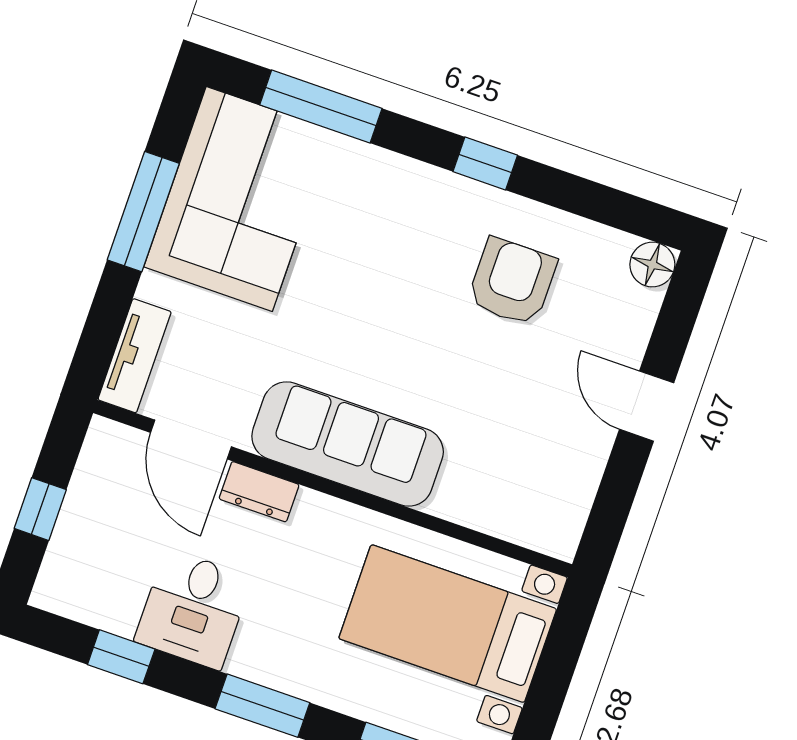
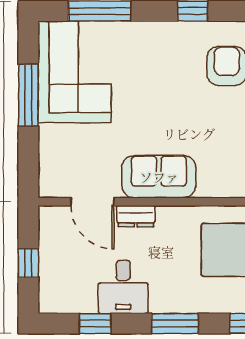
tv unit: (135, 356) -> (49, 169), removed
sofa: (348, 444) -> (159, 177), width x0.73

